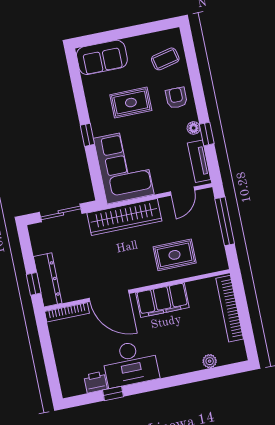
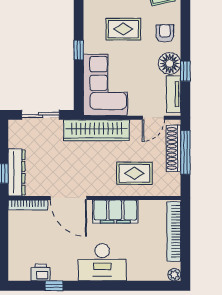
floor lamp: (194, 128) -> (170, 63), width x1.89, depth x1.89
shoe rack: (211, 220) -> (173, 148), added
plant: (210, 361) -> (174, 275), moved
desk: (130, 364) -> (102, 262), moved

